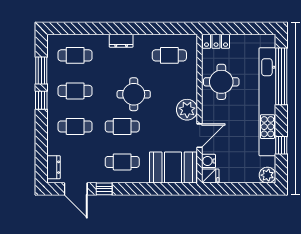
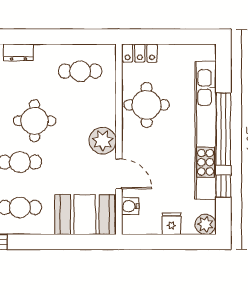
window: (281, 76) -> (223, 129), moved
door: (200, 136) -> (119, 174), hinge flipped
fridge: (210, 176) -> (171, 224), moved, turned -90

